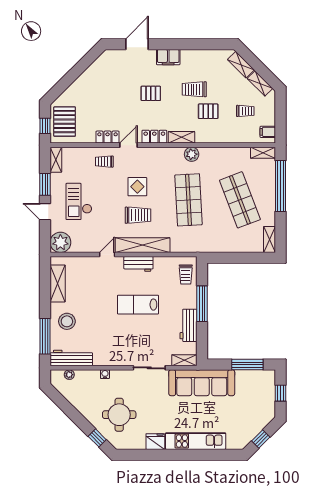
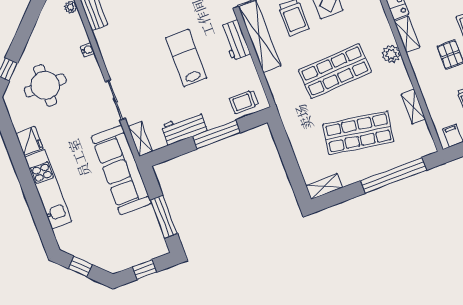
shelving: (263, 153) -> (413, 107), moved
shop shelf: (240, 200) -> (358, 133), turned 30

